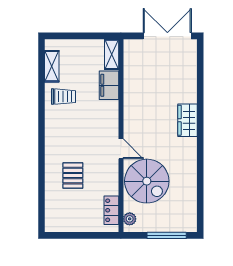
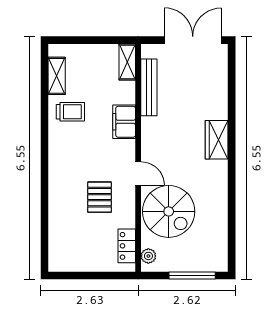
bench: (130, 76) -> (149, 87), added
filing cabinet: (109, 85) -> (124, 122), moved
pallet: (73, 176) -> (100, 197), moved

